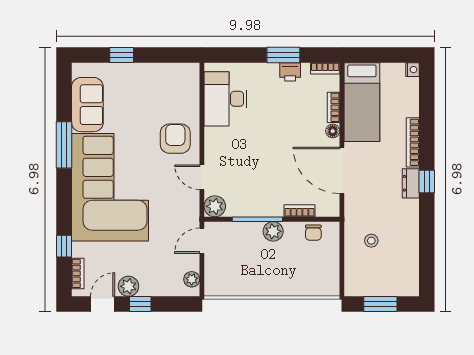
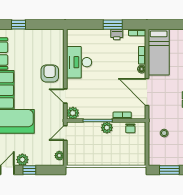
desk: (226, 99) -> (79, 62), moved

